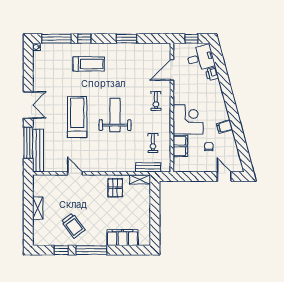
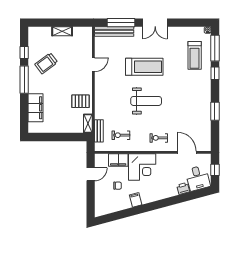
treadmill: (89, 64) -> (195, 55), moved
door: (224, 177) -> (91, 174), moved

